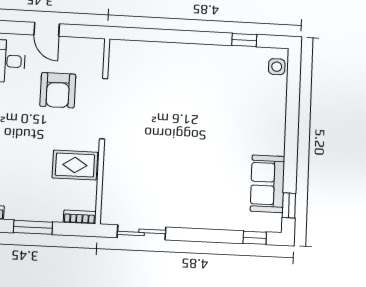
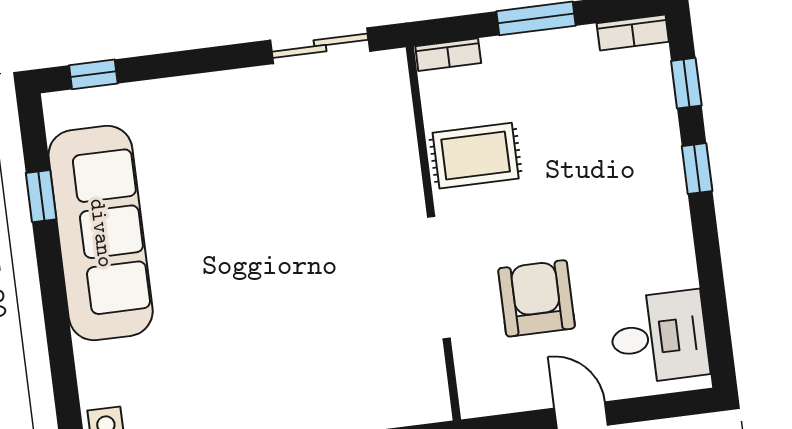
sofa: (267, 184) -> (101, 233), width x1.85, depth x1.27
window: (289, 205) -> (41, 196), moved

